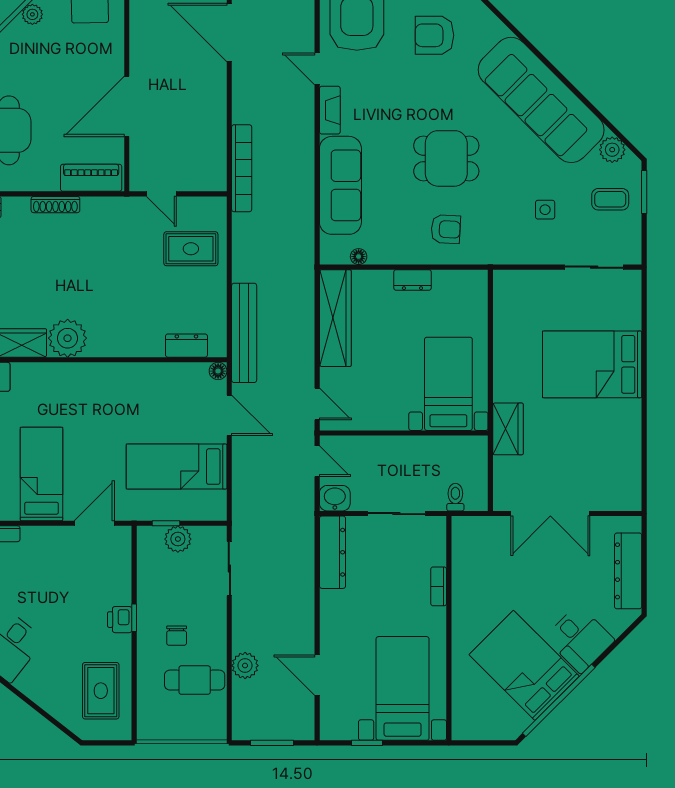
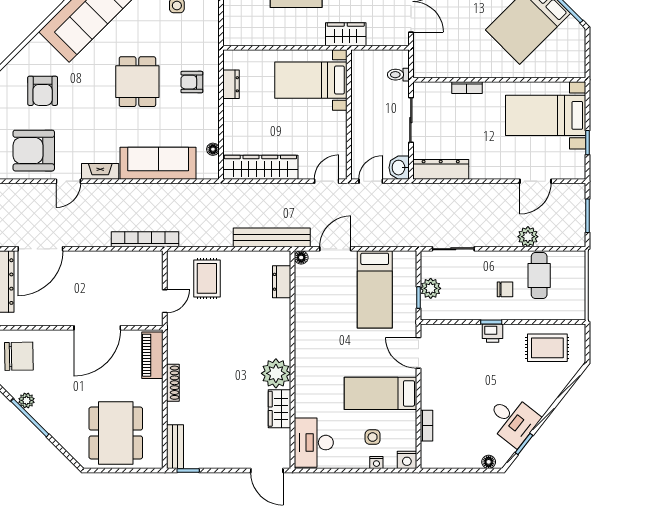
door: (127, 106) -> (97, 328), hinge flipped
armchair: (446, 229) -> (192, 82), turned -93
dresser: (412, 280) -> (231, 84), moved

